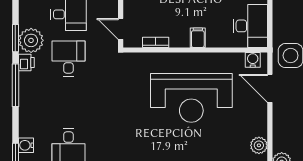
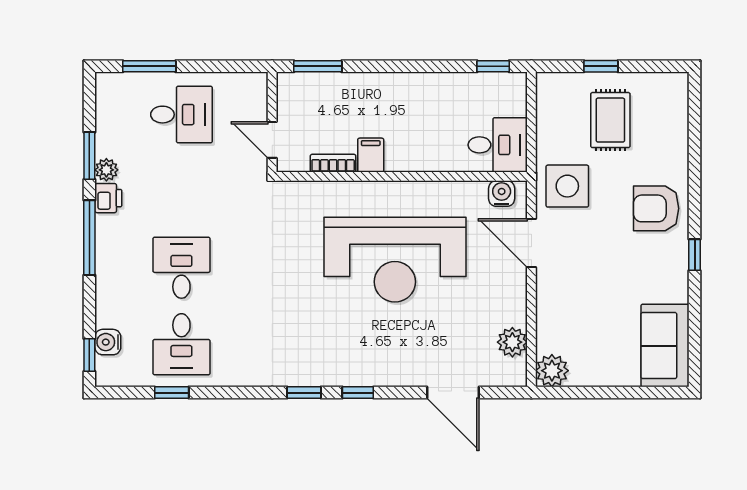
desk: (250, 26) -> (498, 145), width x0.73
filing cabinet: (198, 38) -> (371, 155), moved
plant: (31, 40) -> (106, 170), width x0.53, depth x0.53
desk: (68, 58) -> (181, 268), moved

